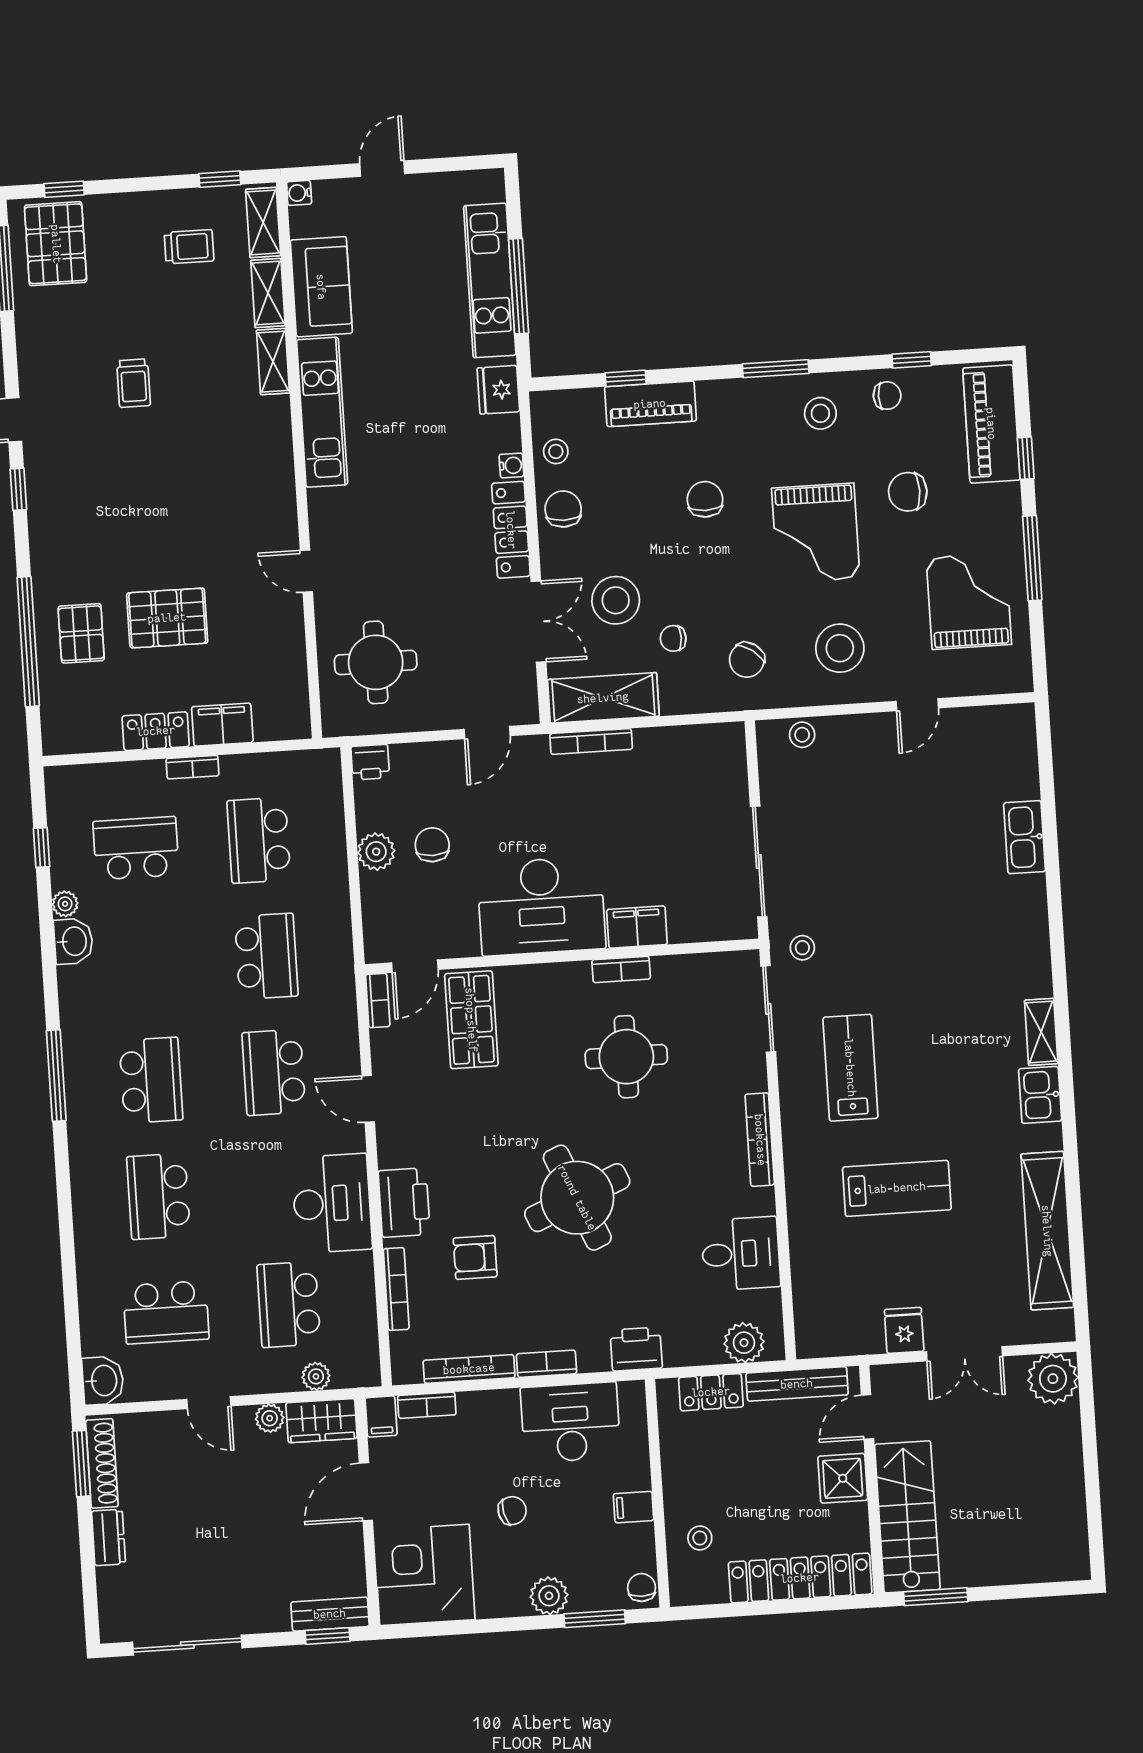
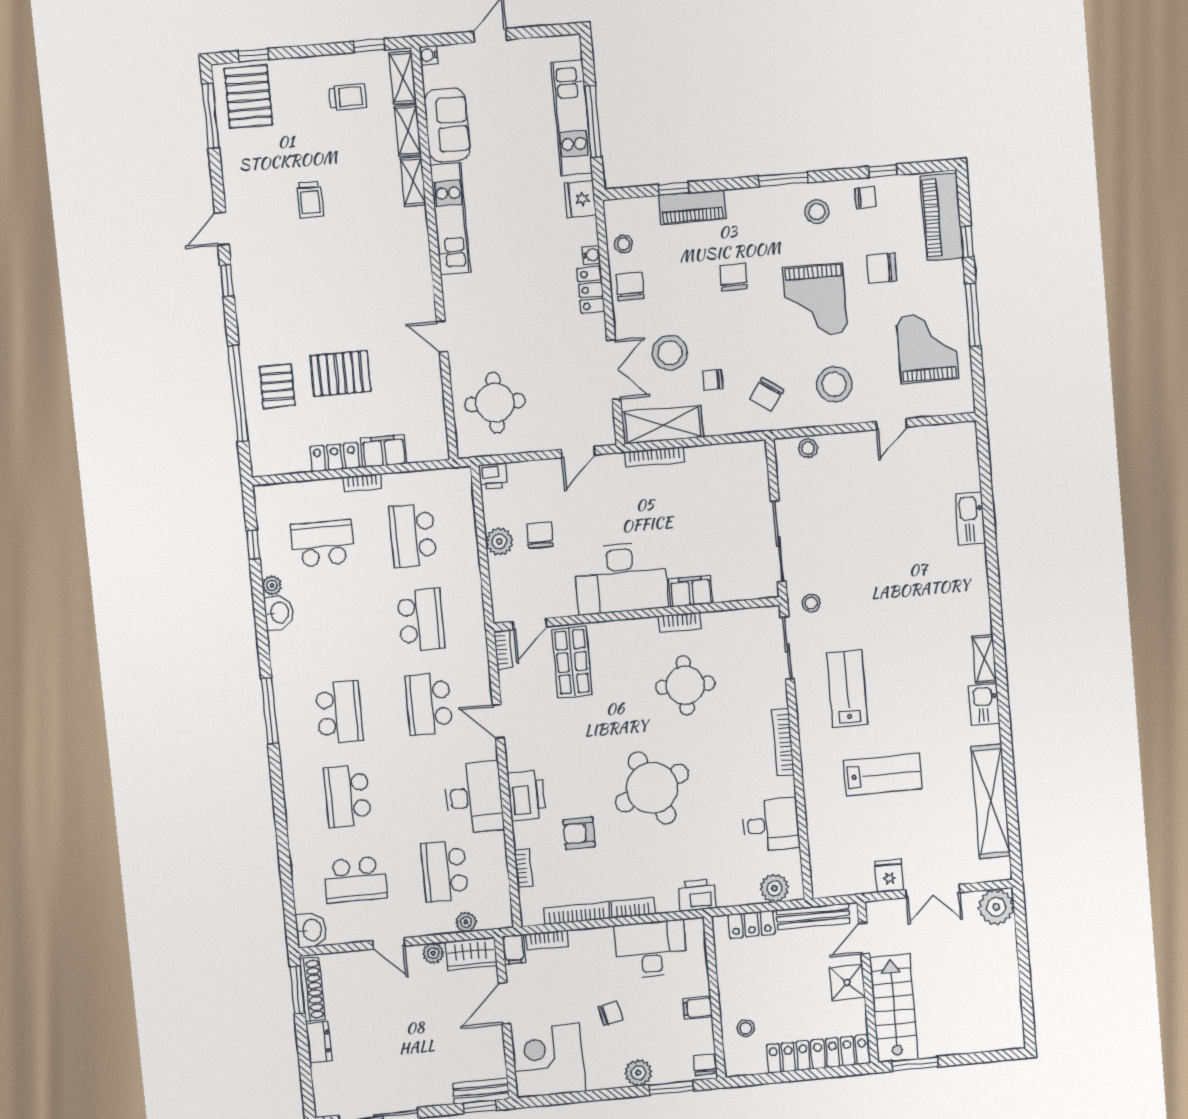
locker: (511, 530) -> (591, 290), width x0.66
bookcase: (396, 1289) -> (523, 868), width x0.64

